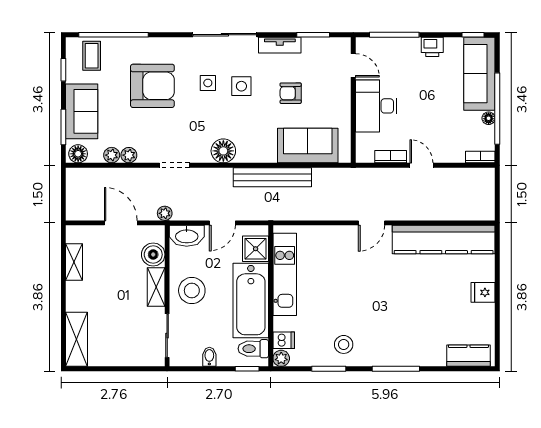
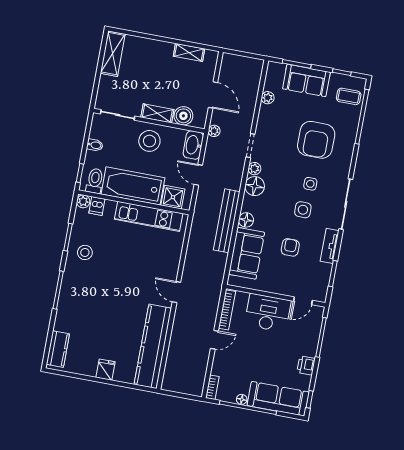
floor lamp: (78, 154) -> (246, 220), moved
plant: (129, 155) -> (254, 169), moved
bookcase: (391, 157) -> (227, 310), width x1.56
door: (121, 223) -> (213, 95), hinge flipped
shelving: (77, 339) -> (113, 54), moved, turned 90

